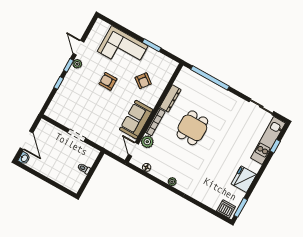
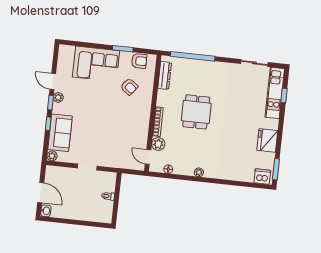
armchair: (108, 81) -> (139, 61), moved, turned 180
dresser: (170, 98) -> (165, 75), moved
plant: (50, 112) -> (52, 156), added
sofa: (136, 120) -> (60, 133), moved, turned 180

